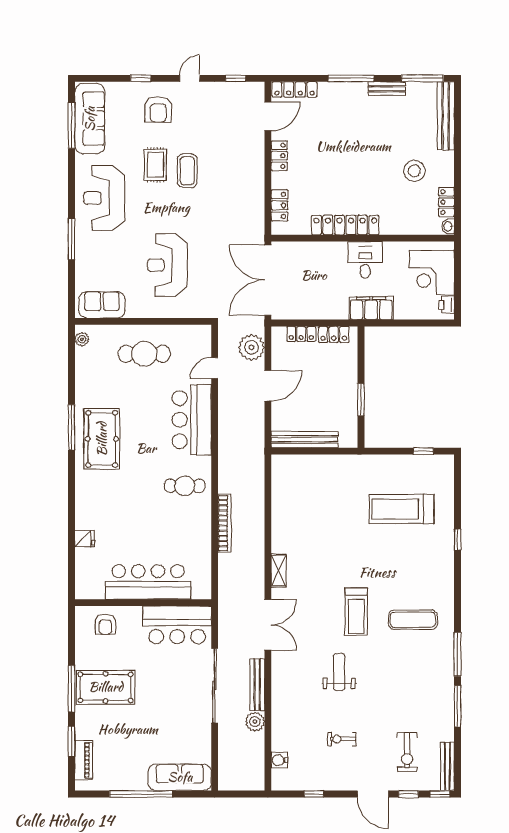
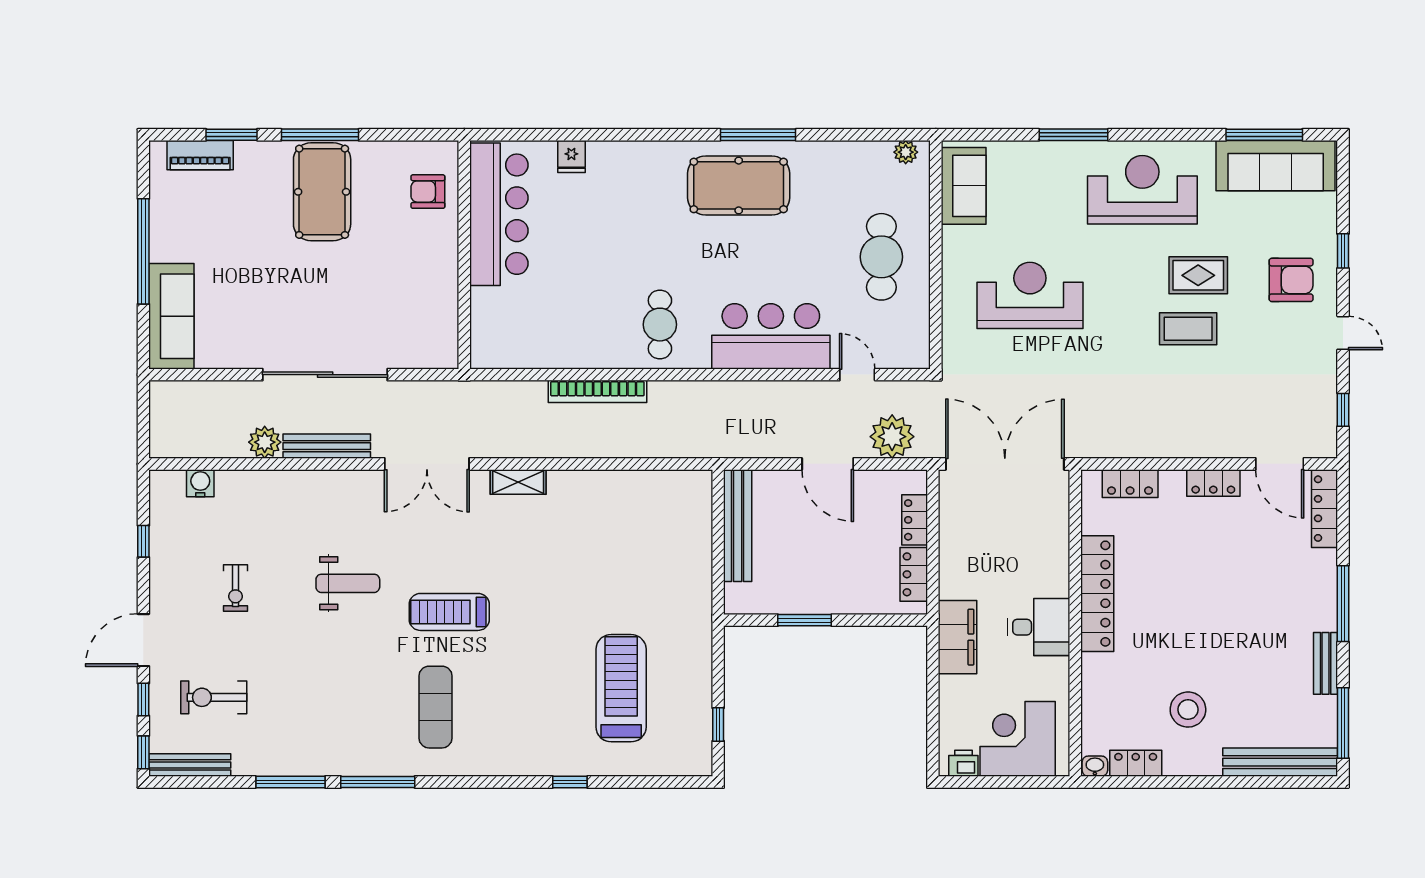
armchair: (158, 109) -> (1291, 280), turned 180
bar counter: (148, 582) -> (499, 214), moved
bar counter: (177, 625) -> (427, 312), removed
exercise bike: (342, 739) -> (235, 588), turned 180

